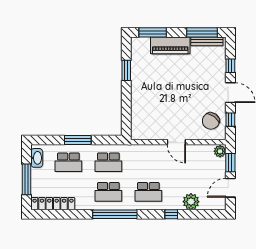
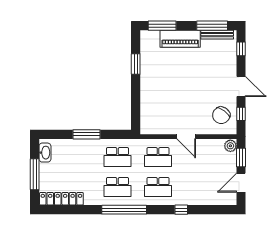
window: (230, 66) -> (241, 49), moved
school desk: (68, 162) -> (158, 157), moved
plant: (191, 202) -> (201, 197), removed

